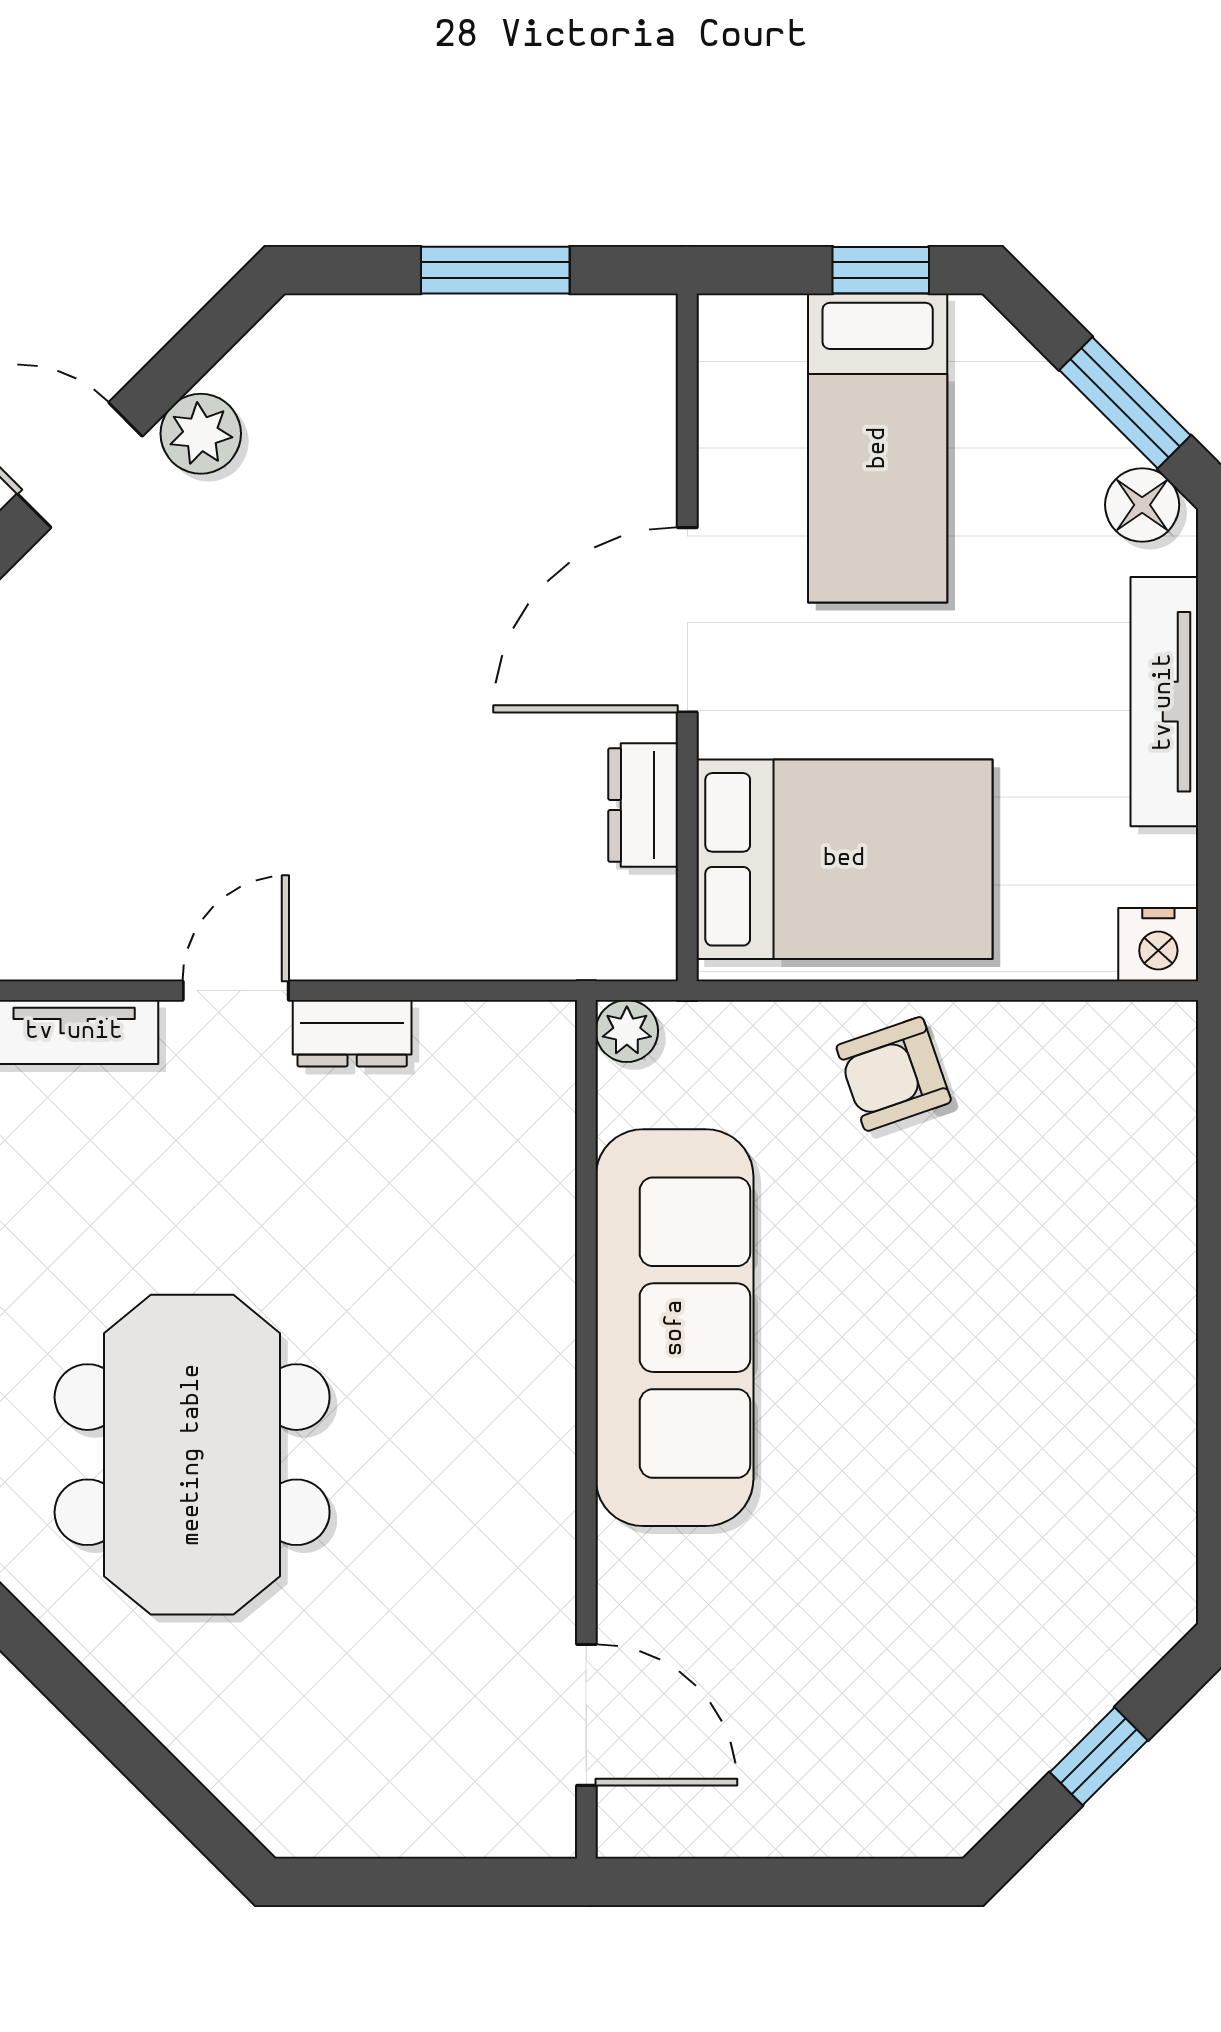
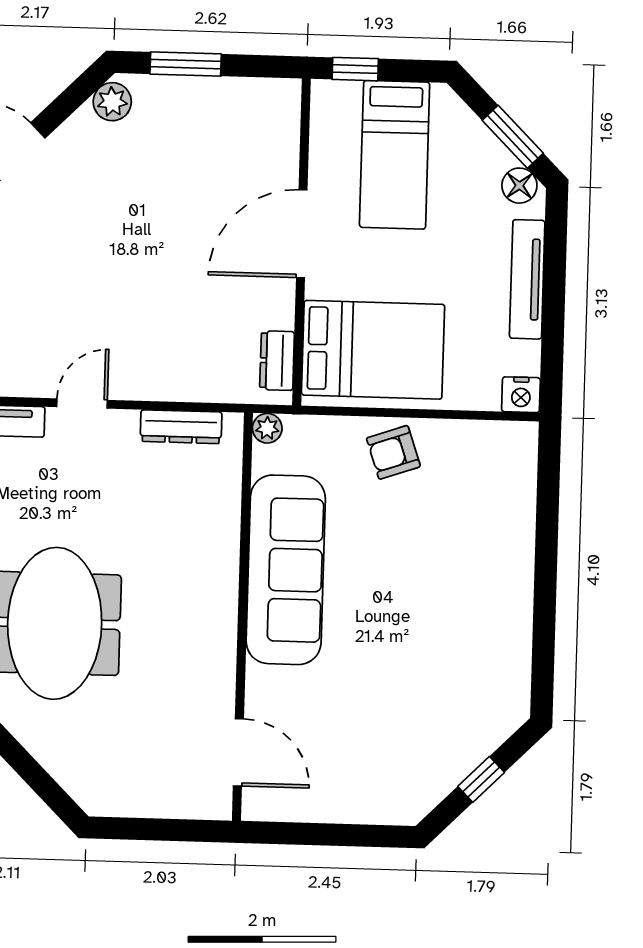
window: (495, 270) -> (186, 64), moved
window: (881, 270) -> (355, 69), moved
plant: (201, 434) -> (112, 102), moved
dresser: (643, 805) -> (277, 361), moved
dresser: (352, 1033) -> (181, 427), moved, width x1.44

